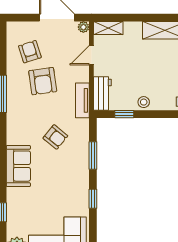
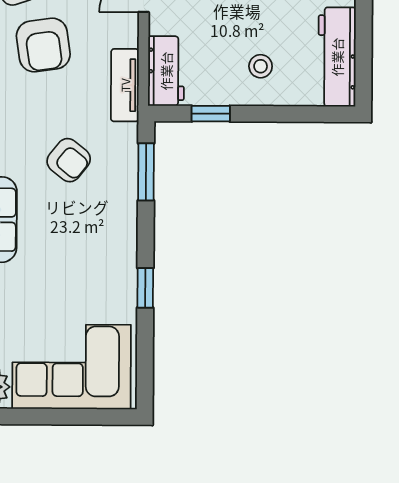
stool: (144, 102) -> (261, 66), moved
window: (93, 156) -> (146, 172), moved

